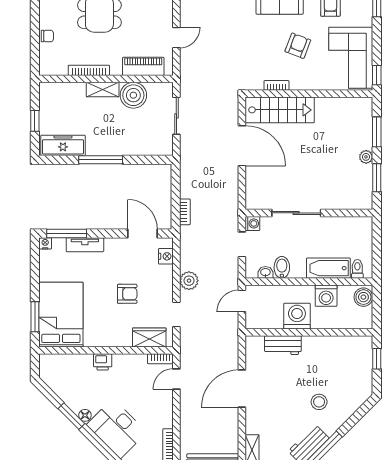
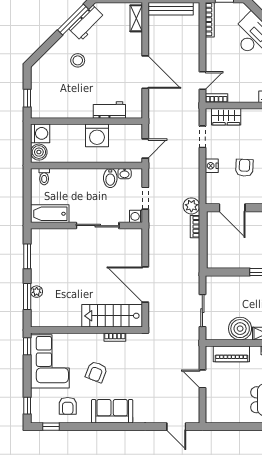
door: (176, 38) -> (202, 379), hinge flipped
plant: (366, 157) -> (37, 292), moved
nightstand: (166, 256) -> (212, 166), moved
bathtub: (328, 268) -> (50, 214), moved, turned 180
plant: (189, 281) -> (191, 206), moved
armchair: (127, 294) -> (244, 168), moved, turned 93
washing machine: (326, 296) -> (40, 133), moved, turned 90
door: (242, 389) -> (145, 72), hinge flipped

